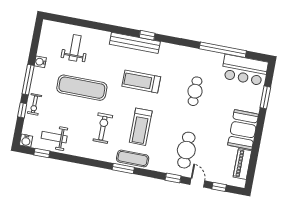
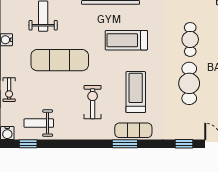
treadmill: (141, 127) -> (136, 92), turned 180
cafe table: (186, 150) -> (189, 83), moved

